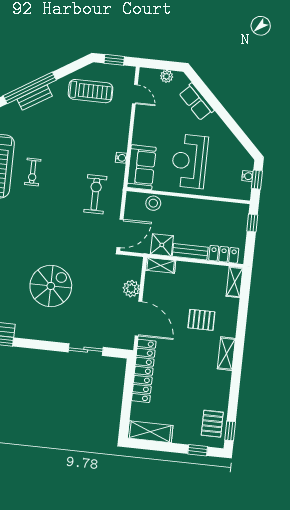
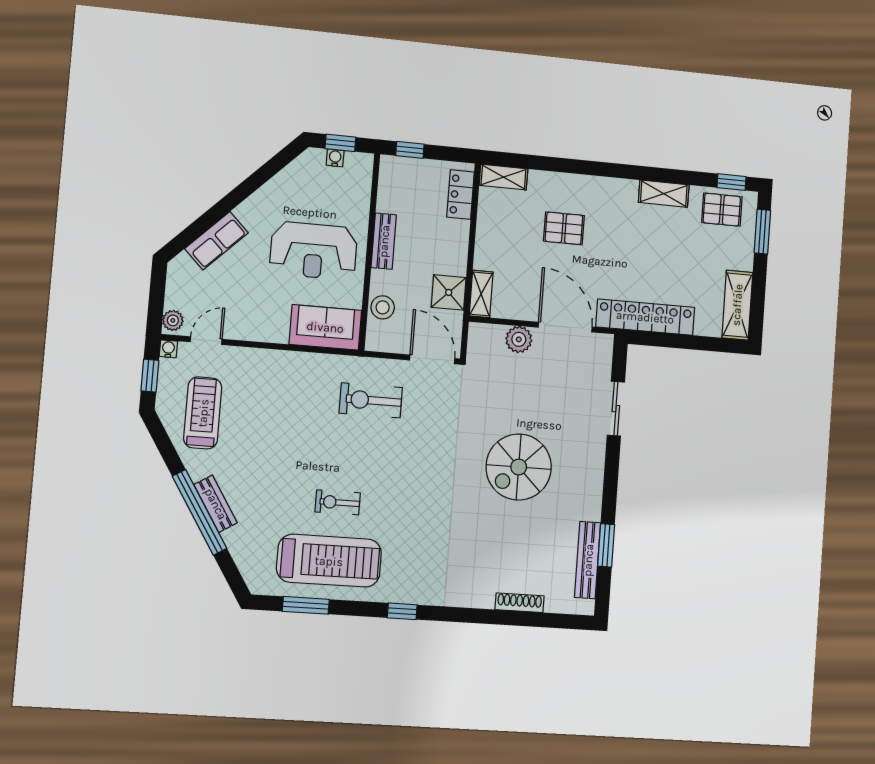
plant: (167, 76) -> (173, 320), moved
water cooler: (121, 158) -> (168, 349), moved
exercise bike: (33, 172) -> (338, 502), turned 180
bench: (190, 252) -> (384, 241), moved
spiral stairs: (51, 286) -> (519, 467), turned -90
door: (138, 319) -> (565, 327), hinge flipped
pallet: (201, 320) -> (564, 228), turned 90
shelving: (226, 354) -> (664, 194), moved
window: (198, 450) -> (762, 232), width x1.50

